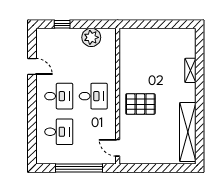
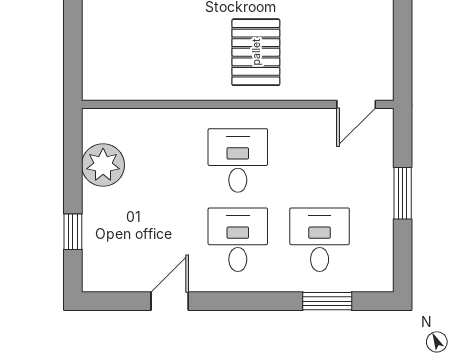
window: (32, 135) -> (327, 301), added
window: (79, 168) -> (403, 193), width x0.47

